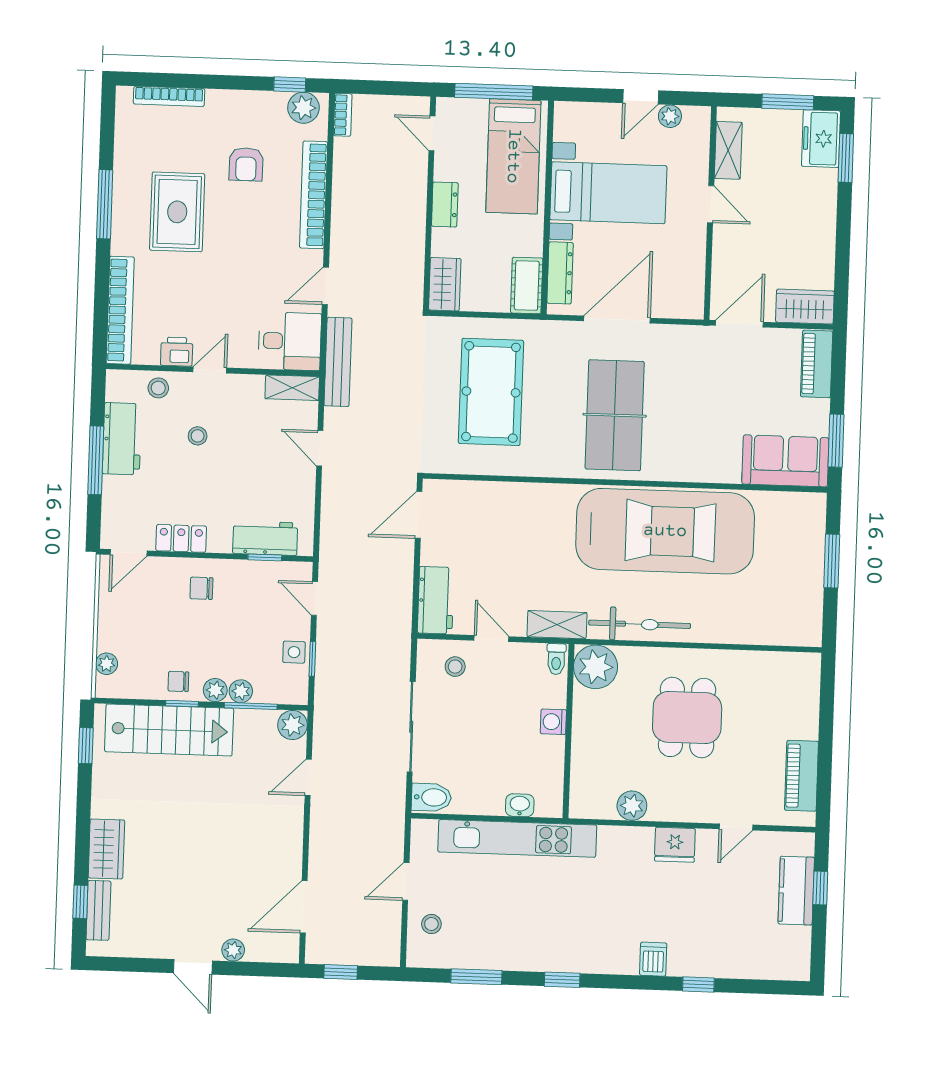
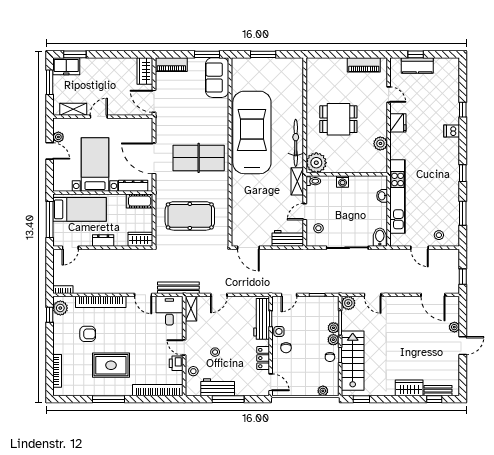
workbench: (265, 538) -> (262, 319), width x1.38
side table: (294, 652) -> (279, 331), moved

